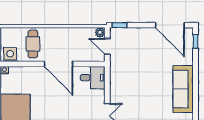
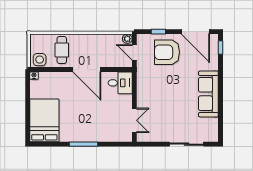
window: (120, 25) -> (158, 32), moved
armchair: (141, 46) -> (167, 52), added

